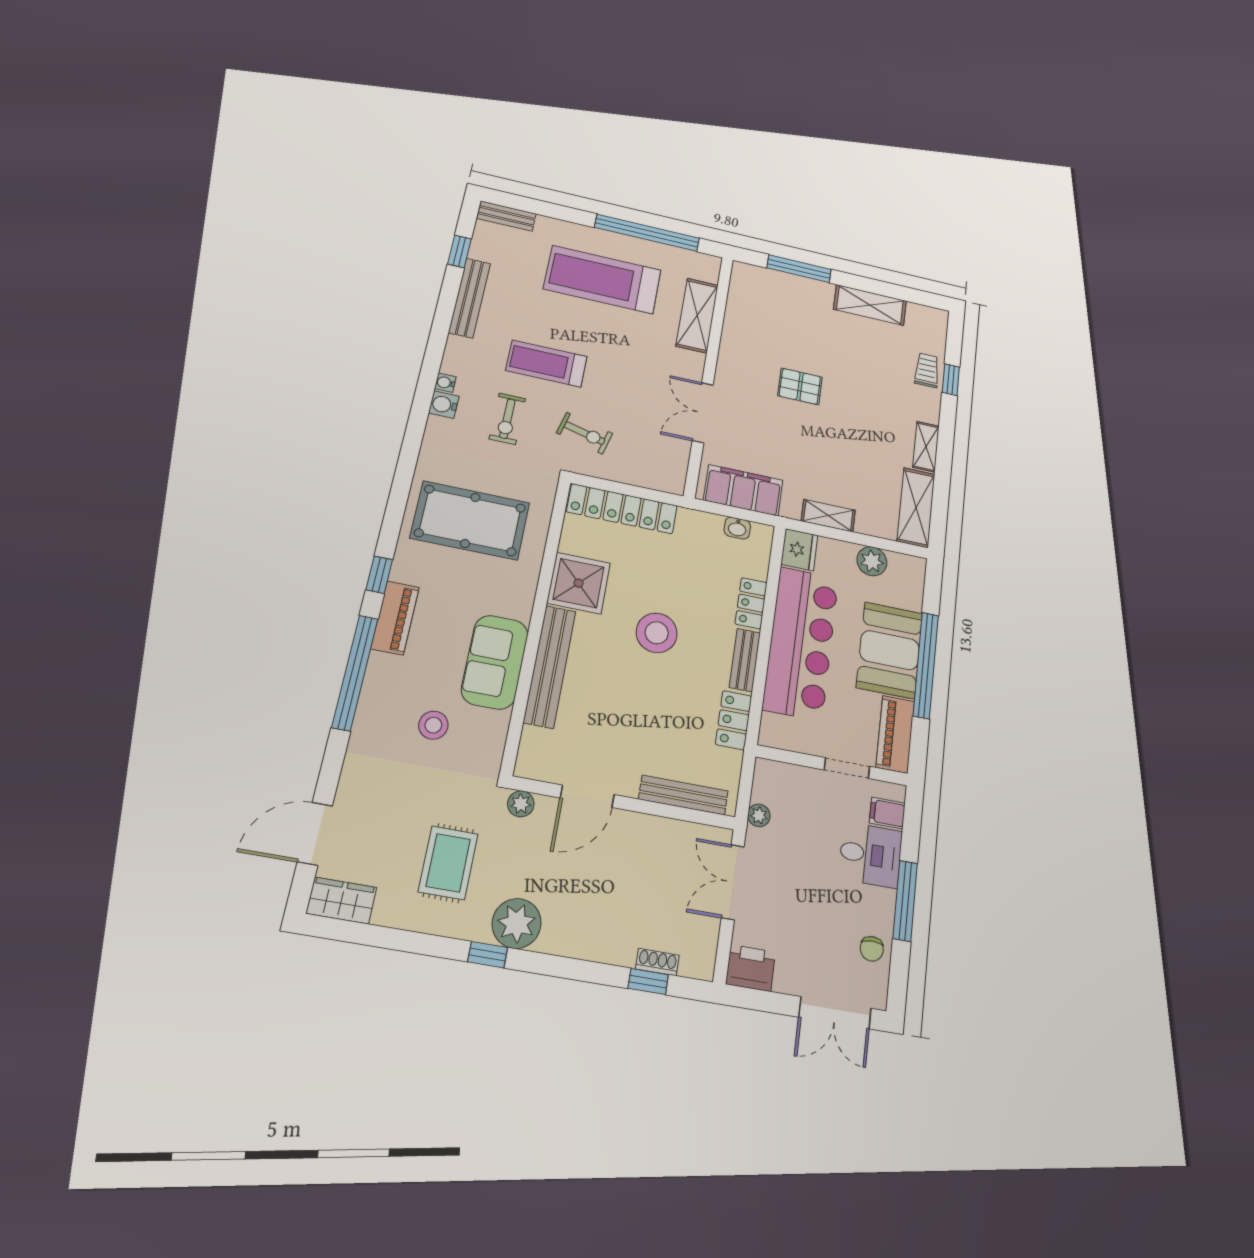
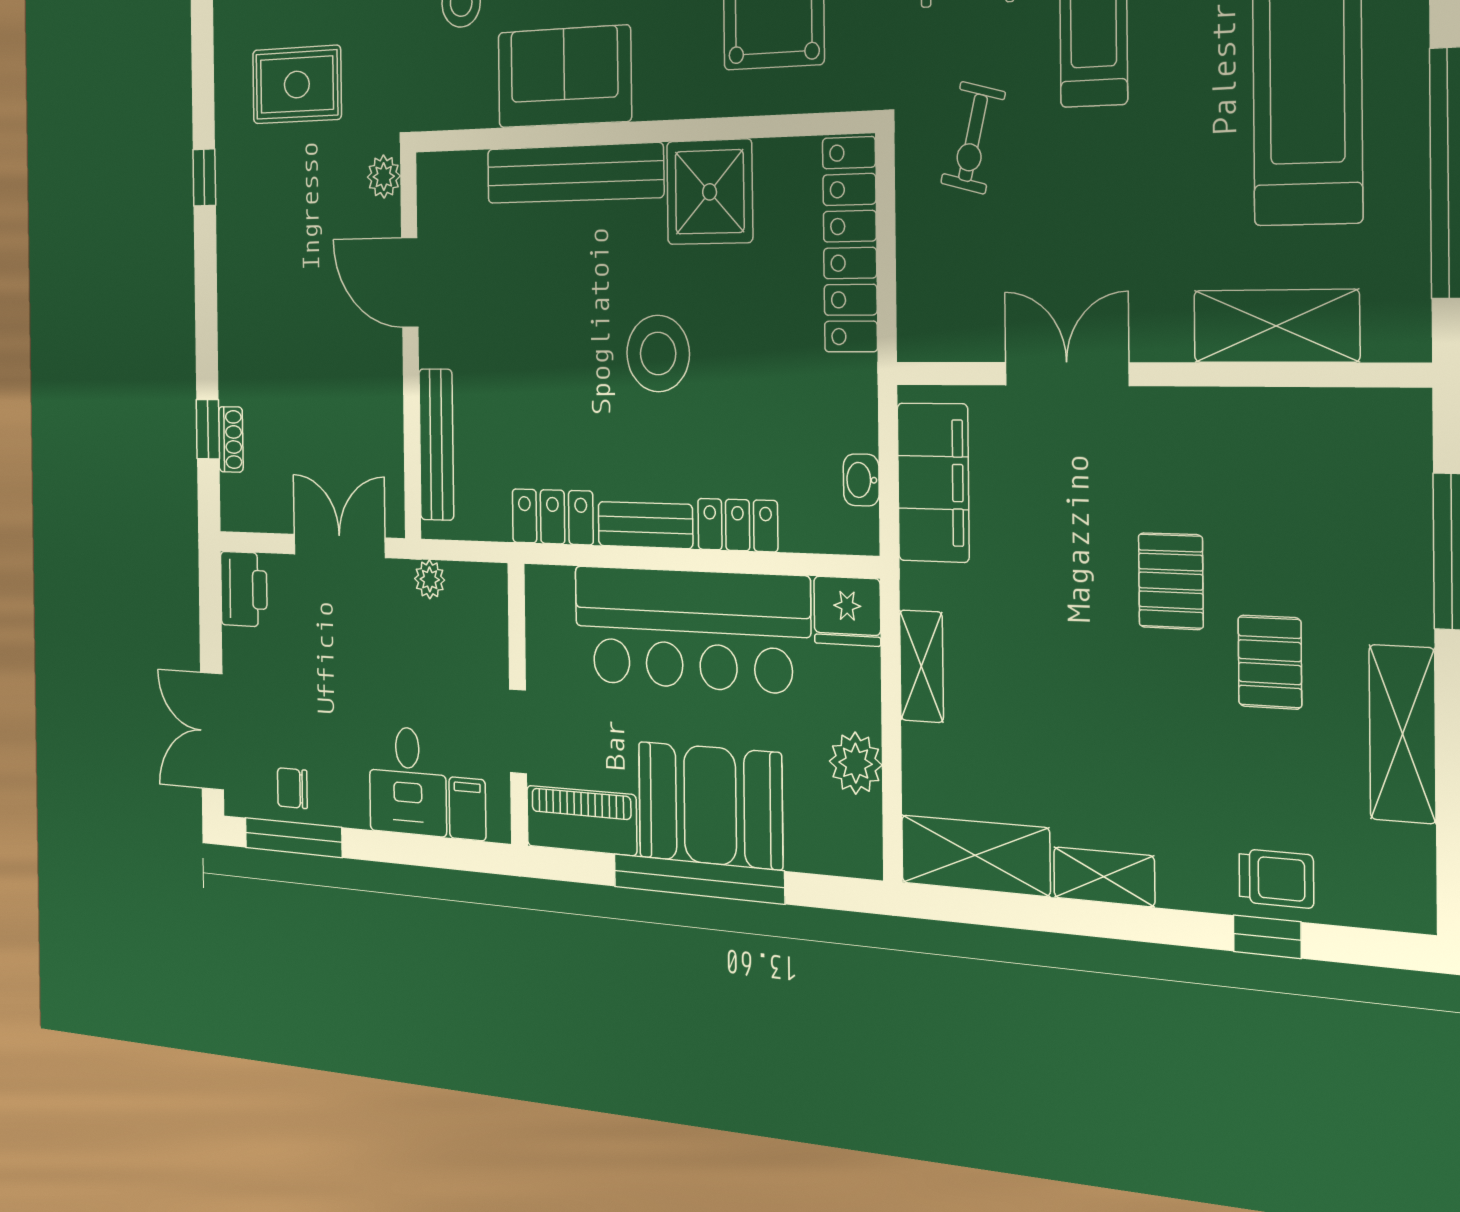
pallet: (838, 352) -> (1270, 662), added
window: (905, 901) -> (293, 838), moved
plant: (517, 923) -> (244, 211), removed

